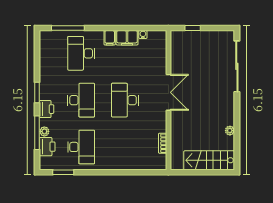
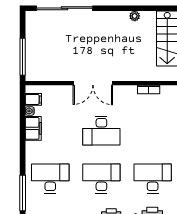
window: (193, 28) -> (23, 57), width x2.17
filing cabinet: (110, 38) -> (33, 99), moved
desk: (81, 53) -> (50, 178), turned 180
double door: (168, 92) -> (93, 83), swing flipped

